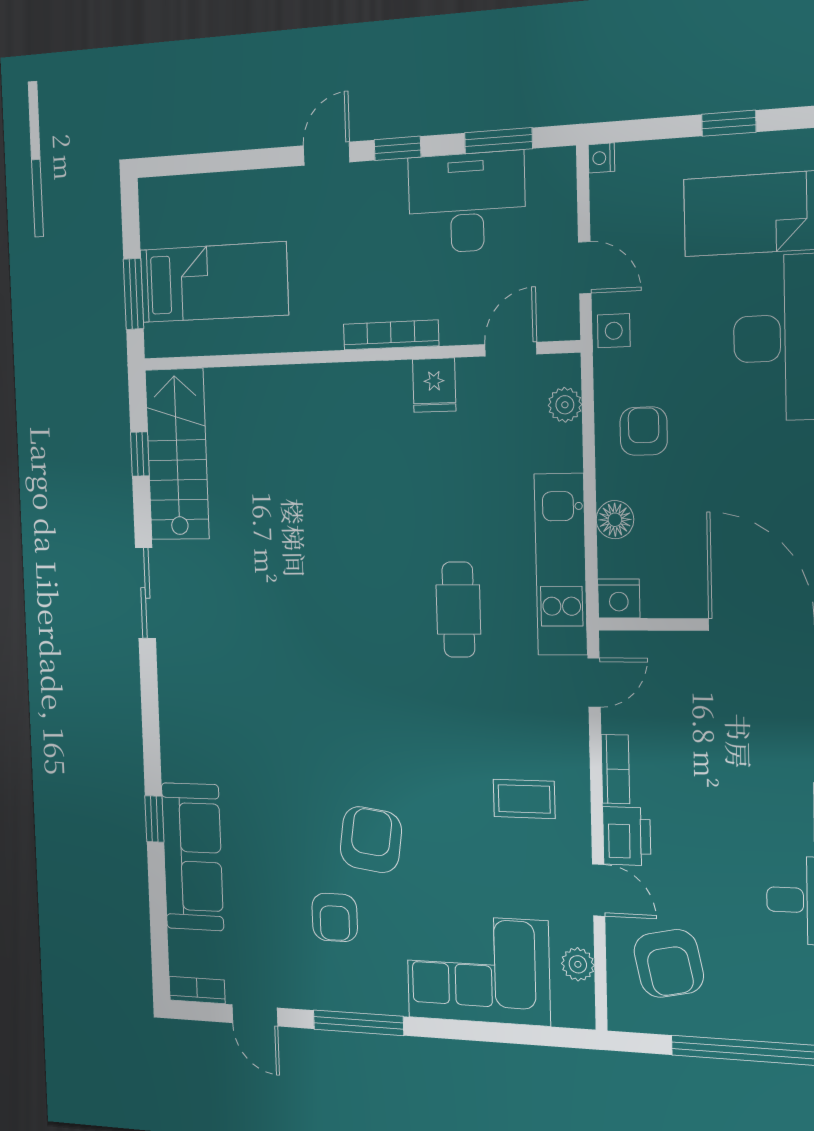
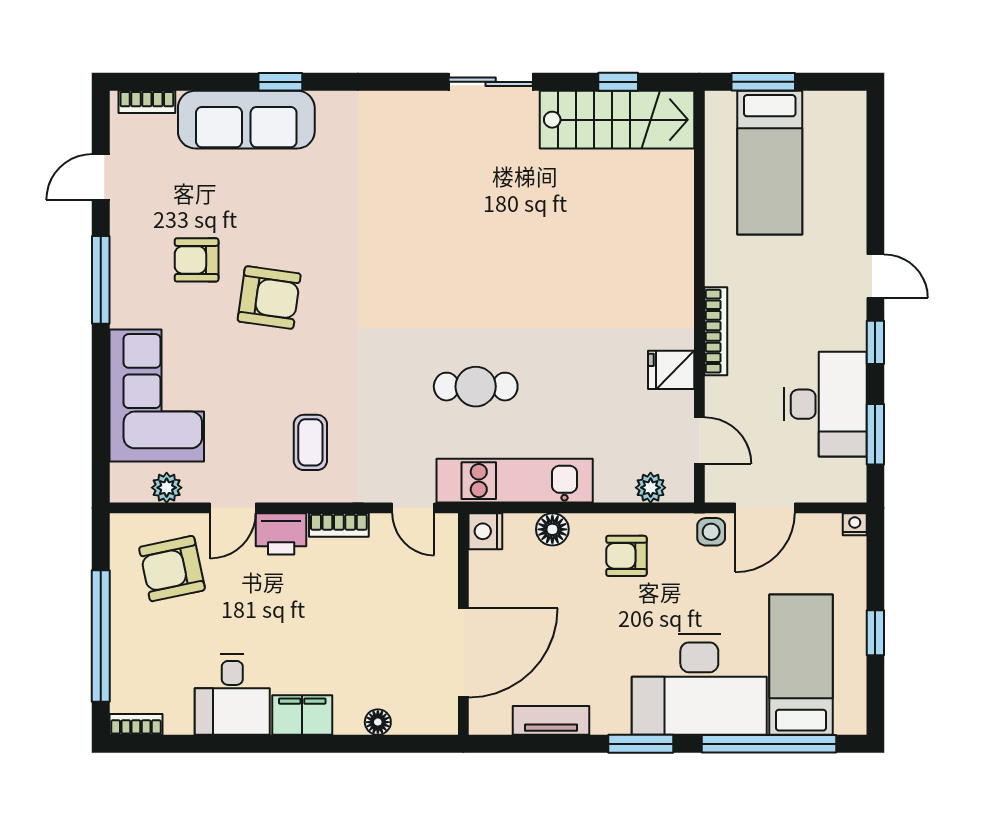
door: (585, 268) -> (765, 508), width x1.38
armchair: (644, 431) -> (626, 556), turned 180
bookcase: (197, 990) -> (147, 102), moved, turned 90

